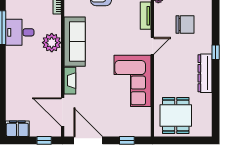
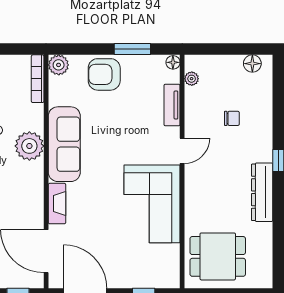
chair: (185, 25) -> (232, 118), width x0.54, depth x0.54
dining table: (176, 115) -> (218, 256), turned 90

